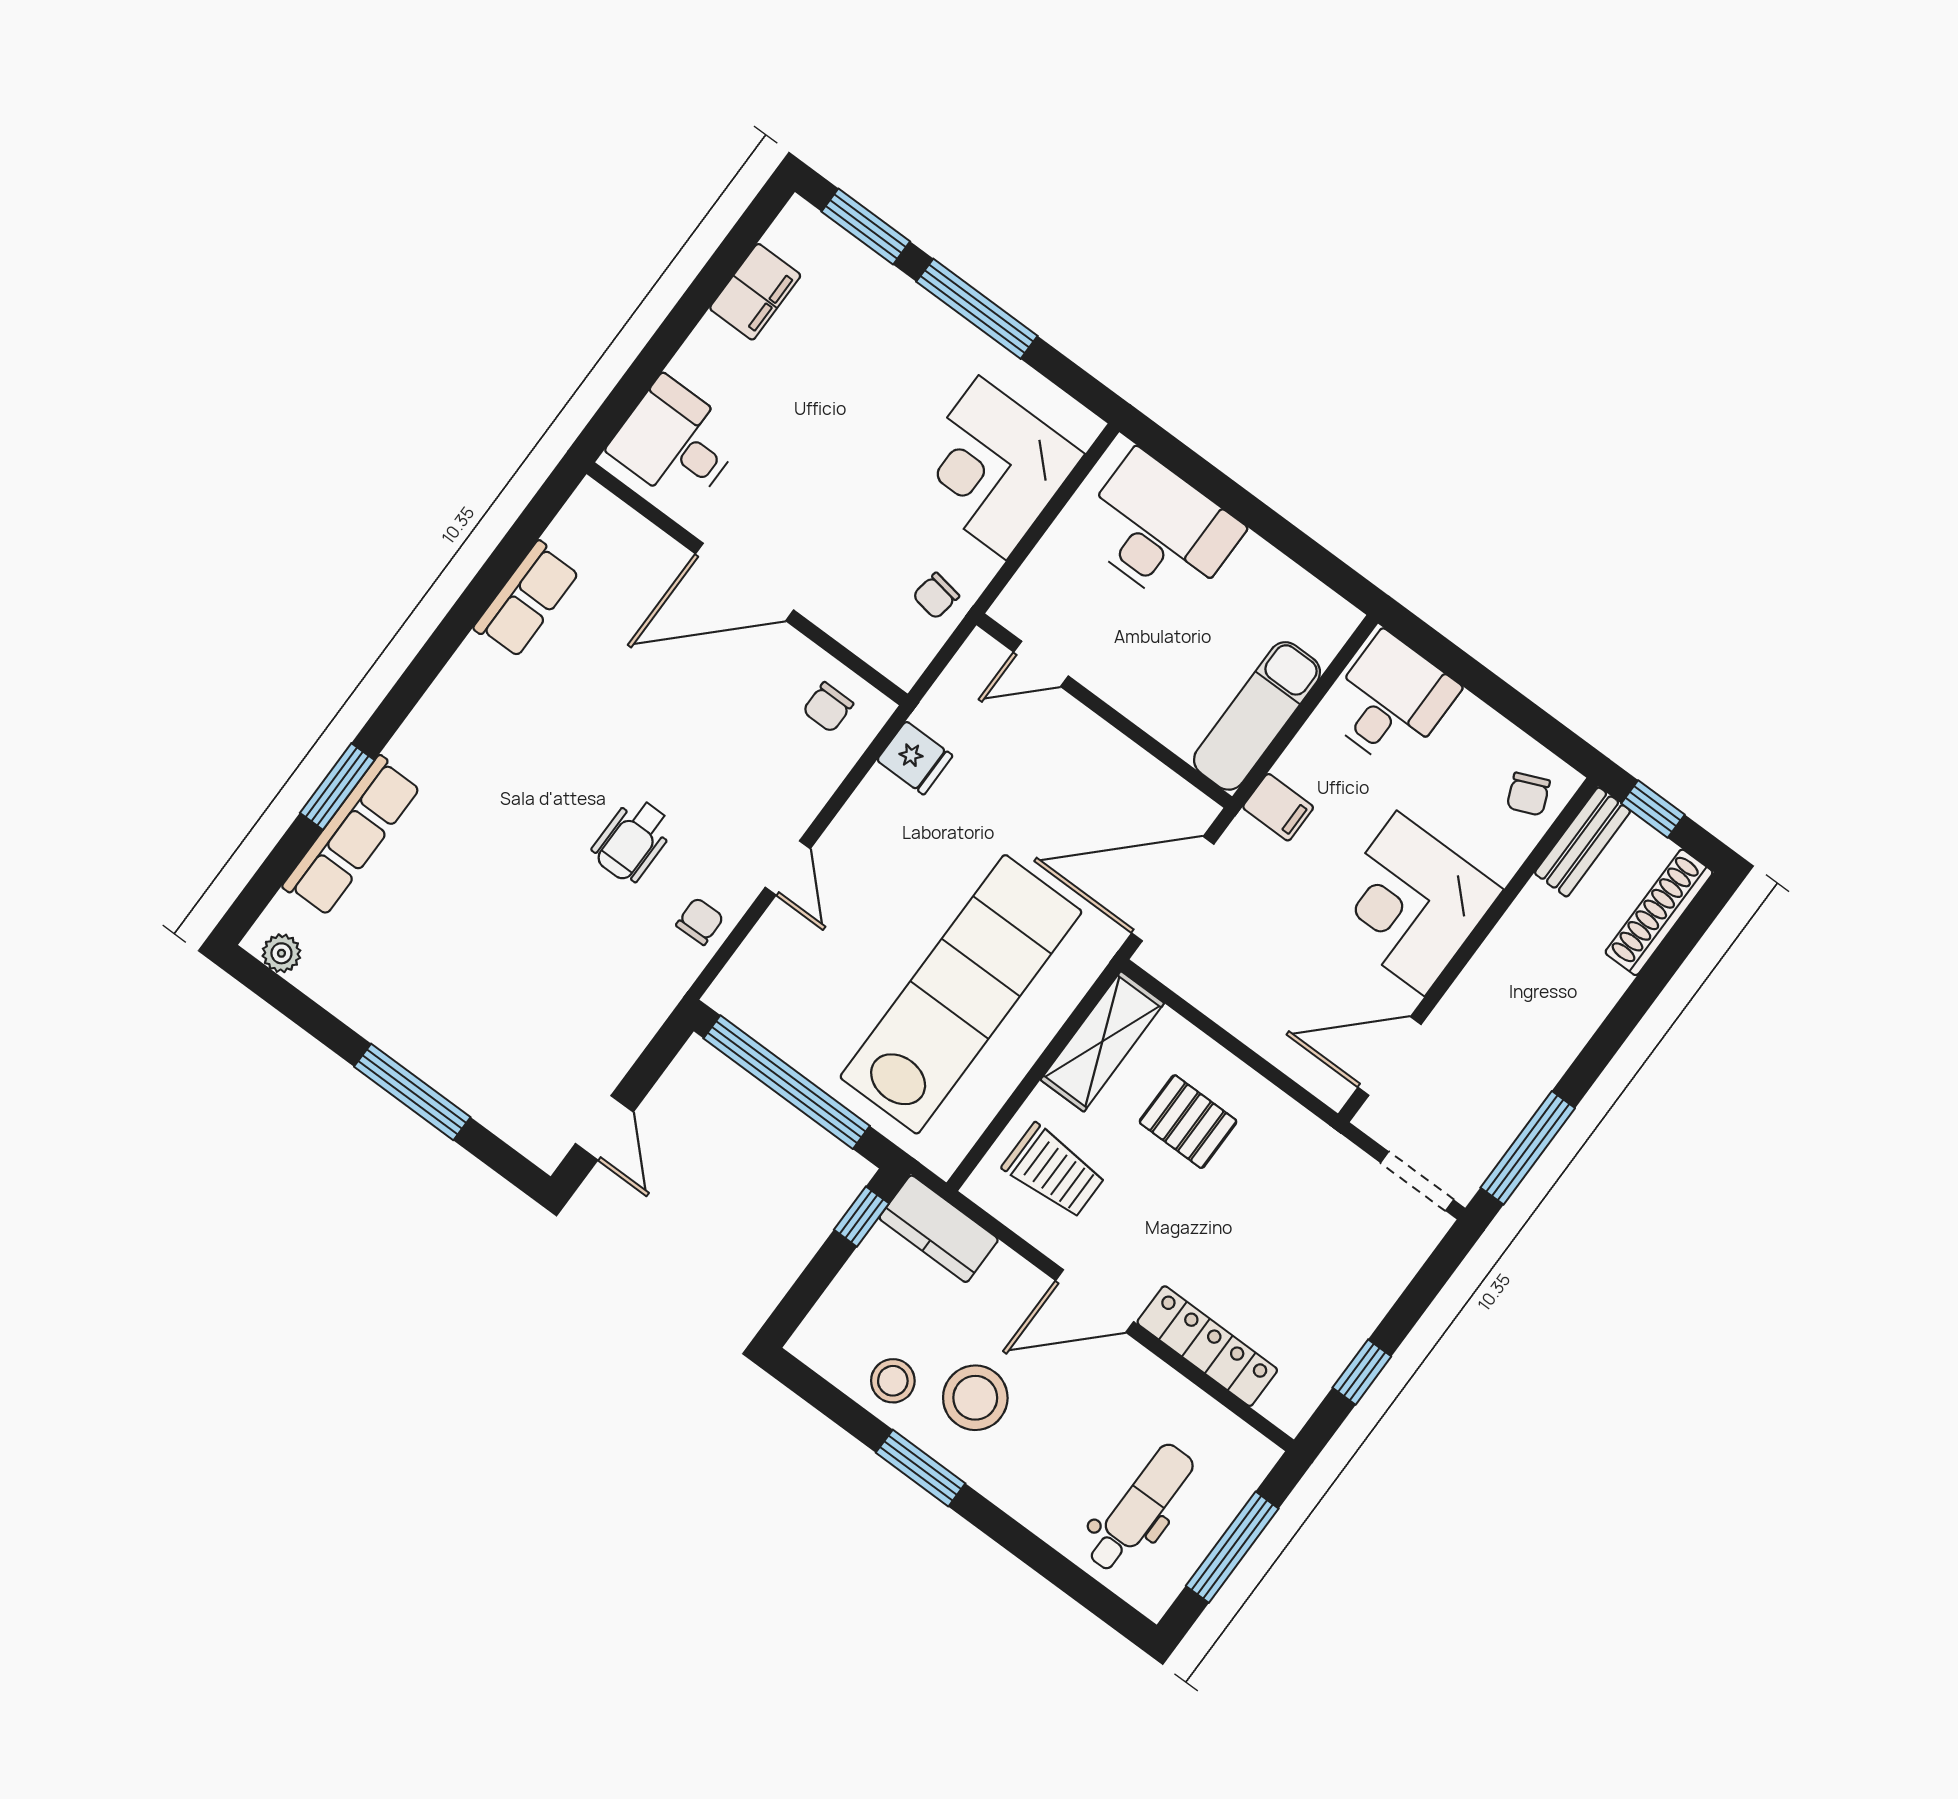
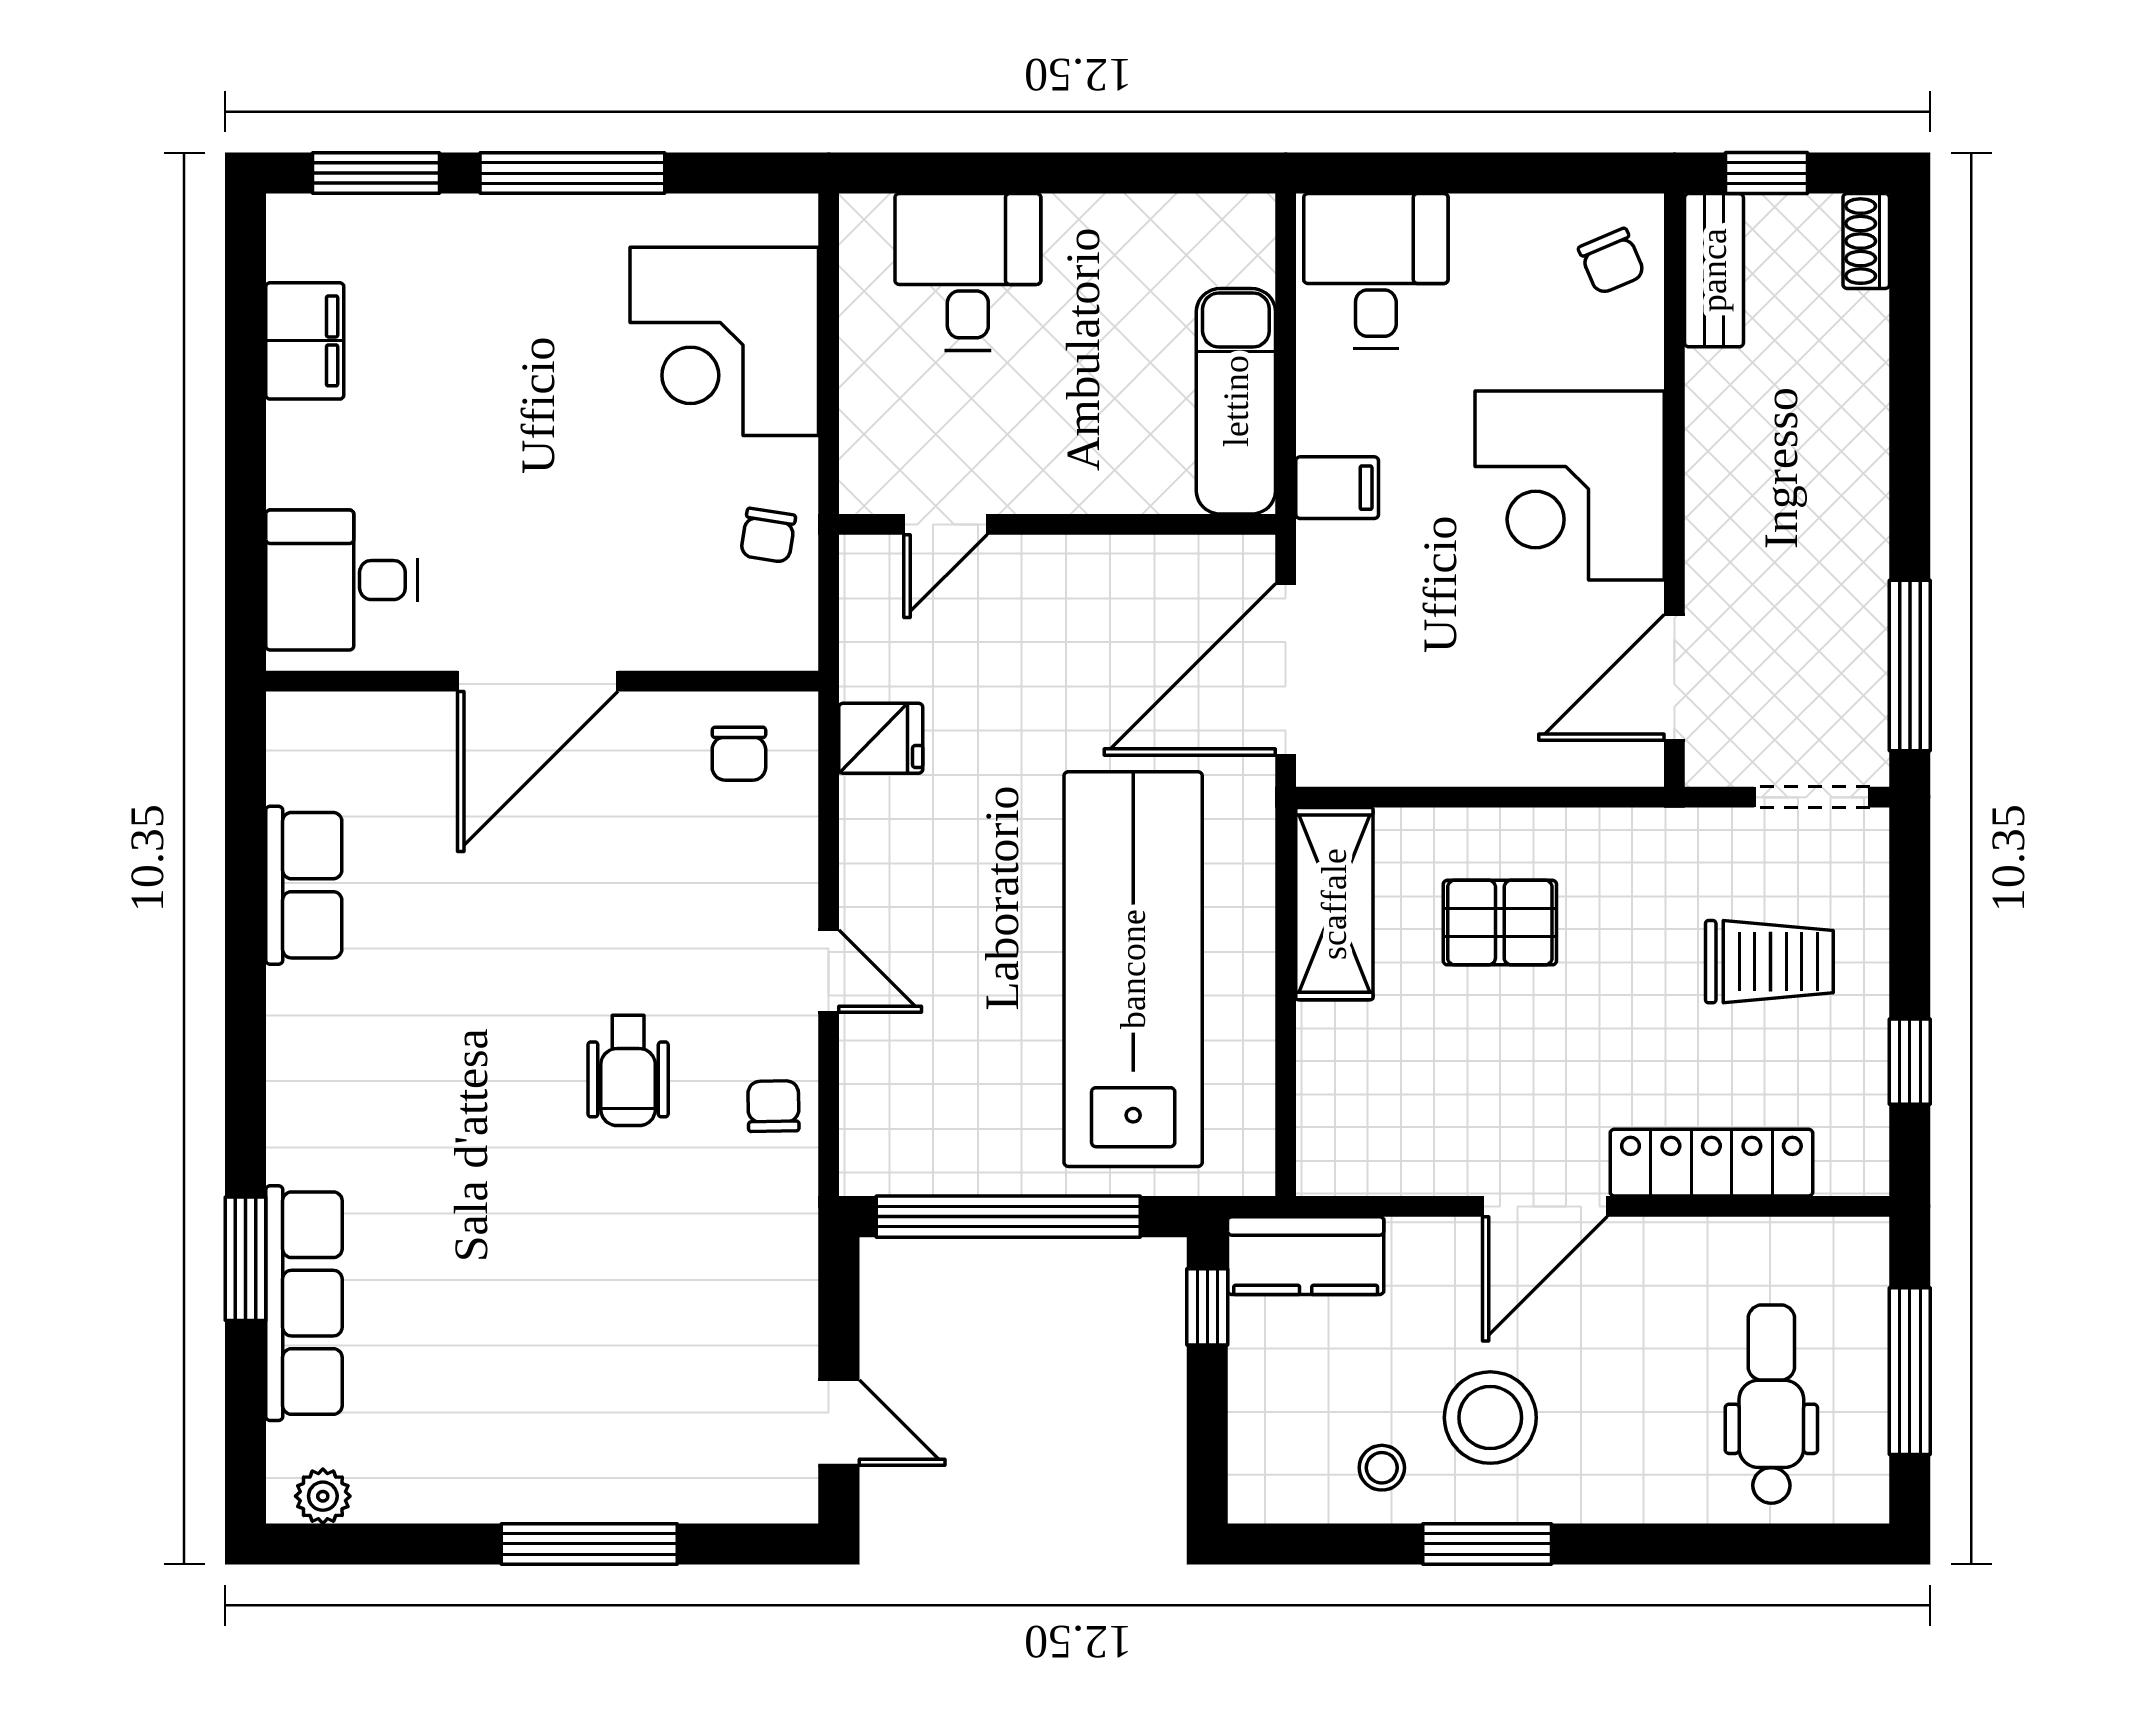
desk: (1159, 530) -> (968, 272), width x0.73
shoe rack: (1659, 912) -> (1866, 241), width x0.51, depth x0.81
trolley: (1054, 1171) -> (1769, 962), moved
stool: (893, 1381) -> (1382, 1468), width x0.73, depth x0.73

